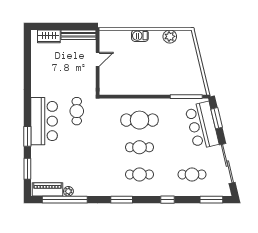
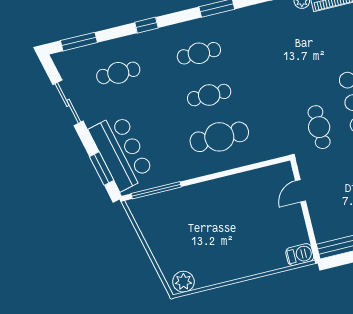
barbecue: (140, 36) -> (300, 255), moved
plant: (170, 36) -> (183, 282), moved
door: (98, 59) -> (301, 191), moved
sliding door: (227, 164) -> (68, 103), width x0.73

